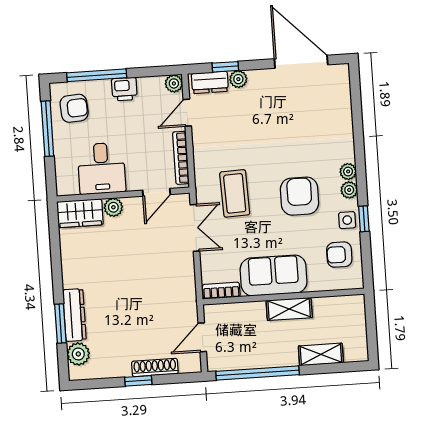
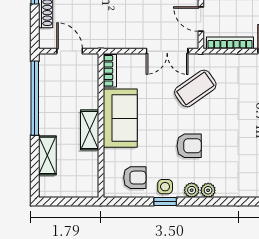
coffee table: (235, 193) -> (195, 88), turned -33
armchair: (300, 196) -> (189, 146), width x0.72, depth x0.72
armchair: (339, 255) -> (135, 178), turned 90

